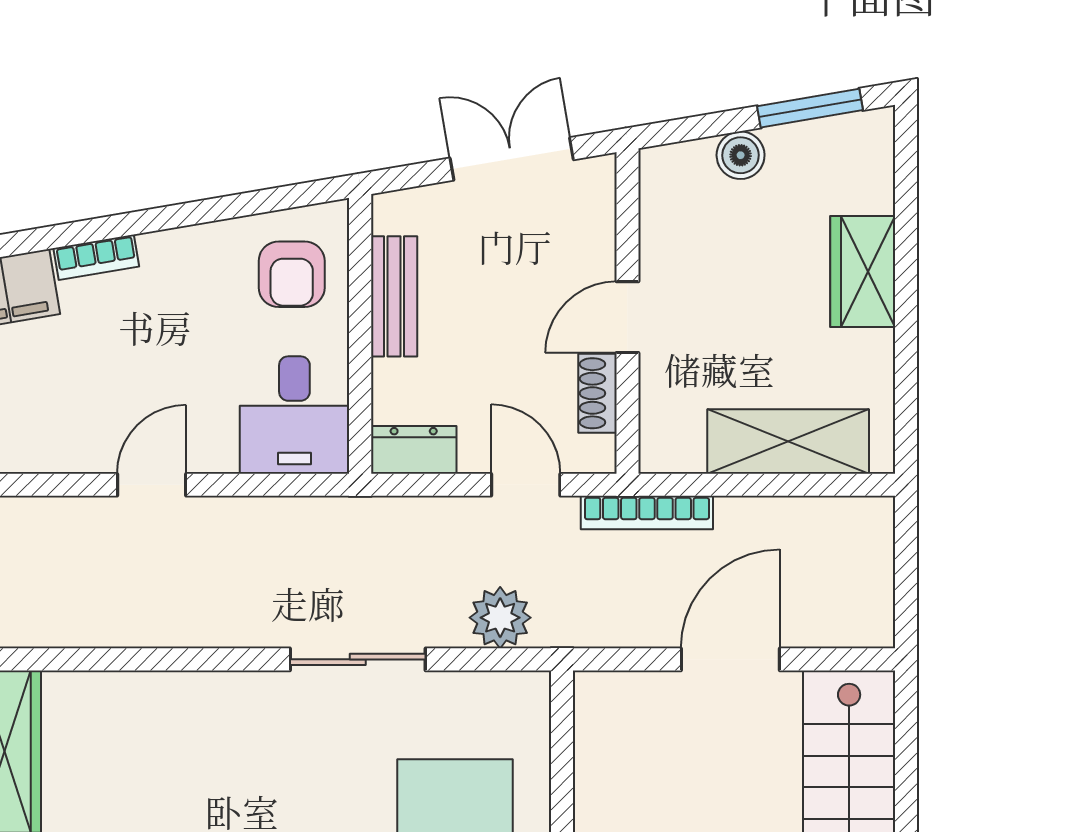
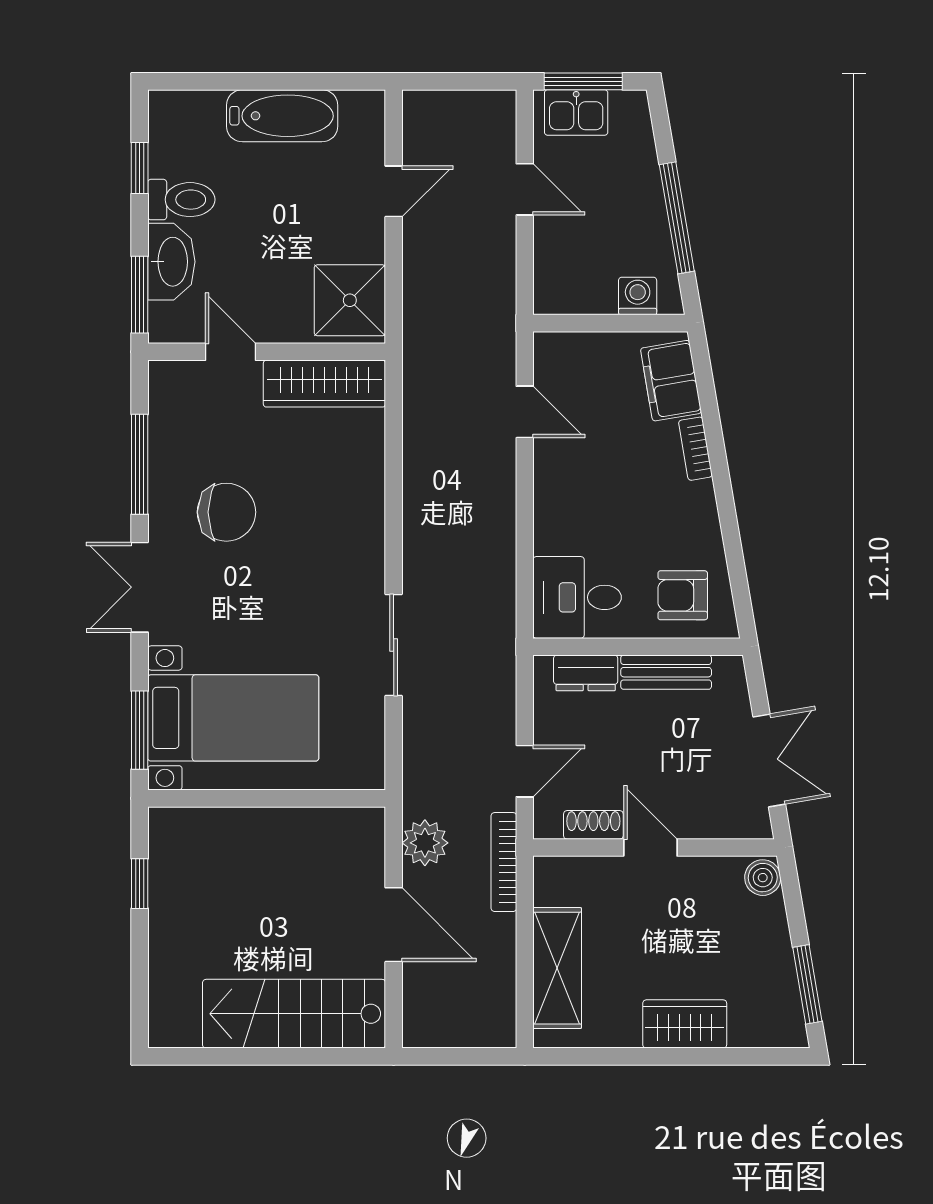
boiler: (741, 155) -> (763, 878), moved
dresser: (414, 450) -> (586, 673), moved, turned 90
door: (152, 485) -> (525, 412), moved
plant: (500, 618) -> (425, 843), moved

